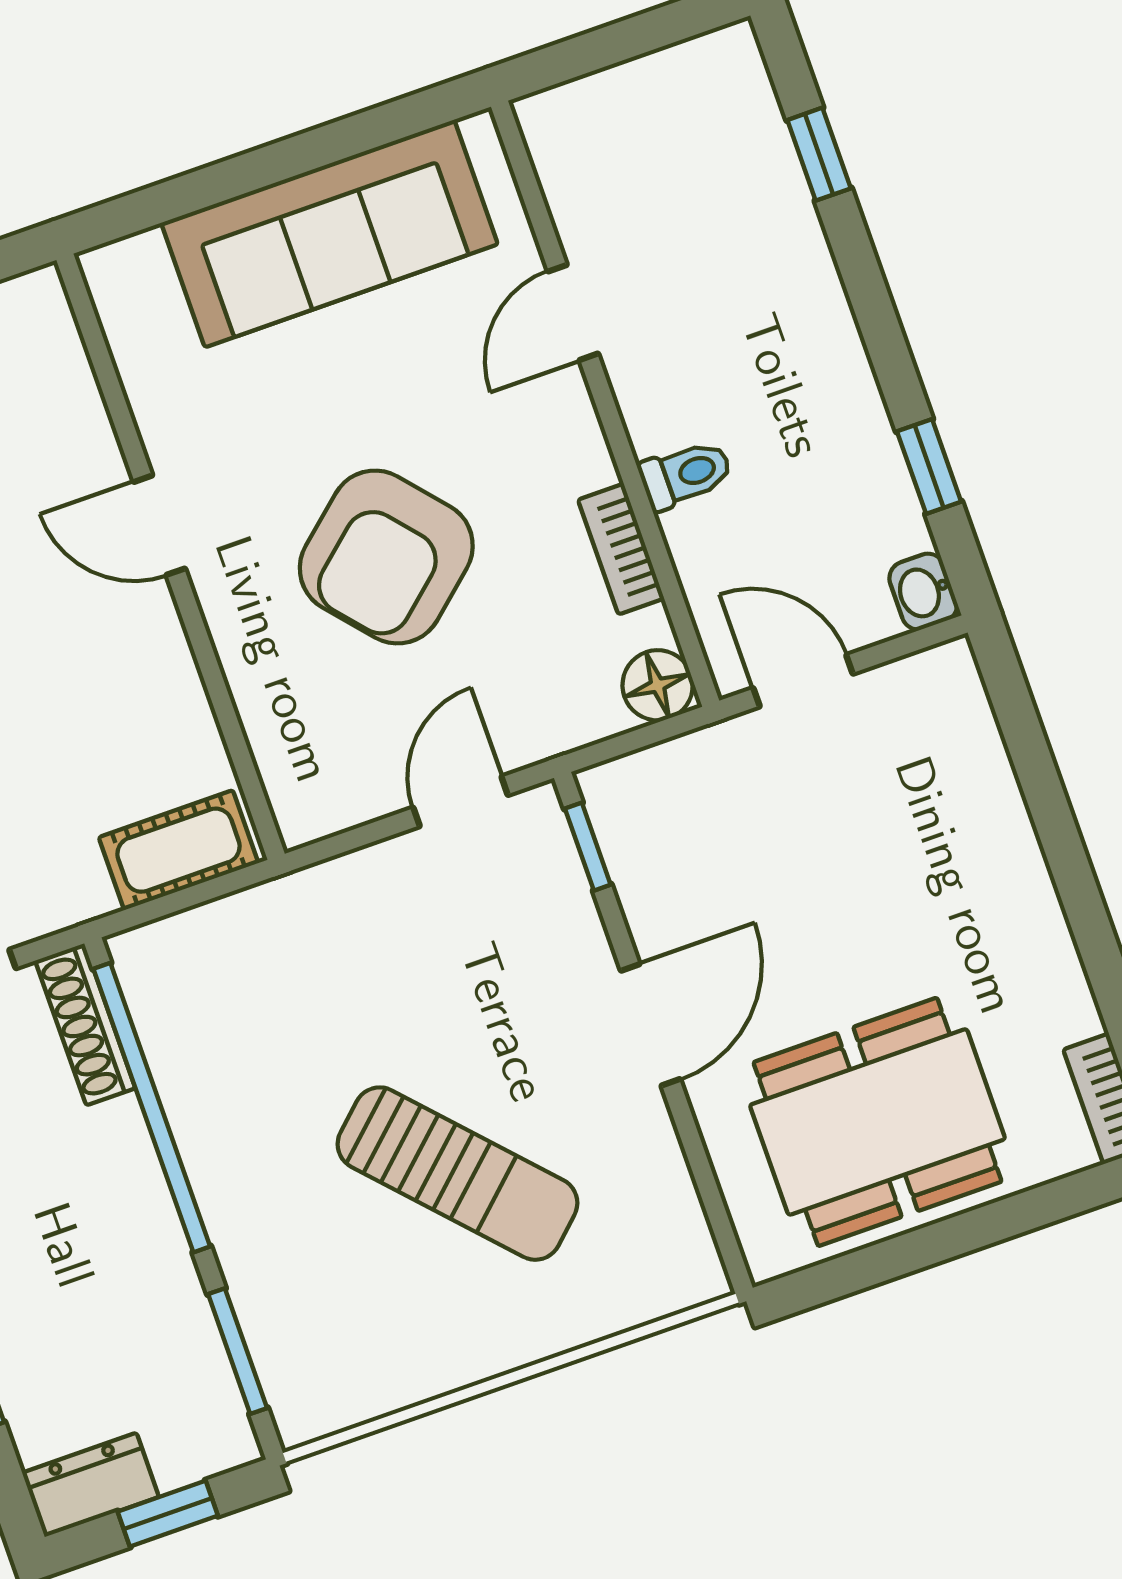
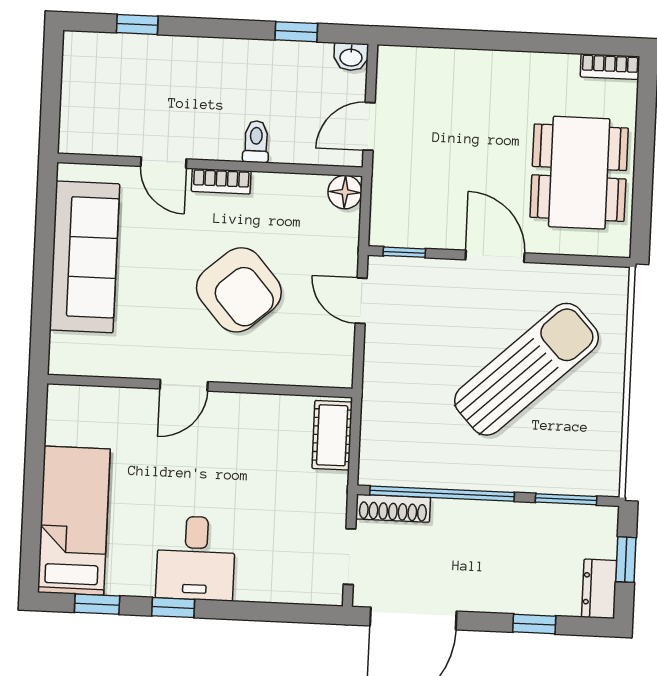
bookcase: (621, 549) -> (221, 181), moved
sun lounger: (457, 1174) -> (527, 369), width x1.36, depth x1.34

